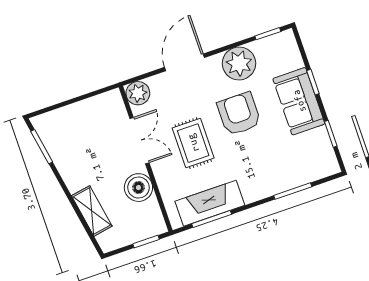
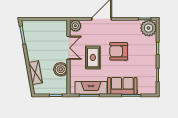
plant: (239, 63) -> (149, 28), moved
sofa: (299, 101) -> (122, 86), moved, turned 90
armchair: (239, 114) -> (119, 51), turned -90

